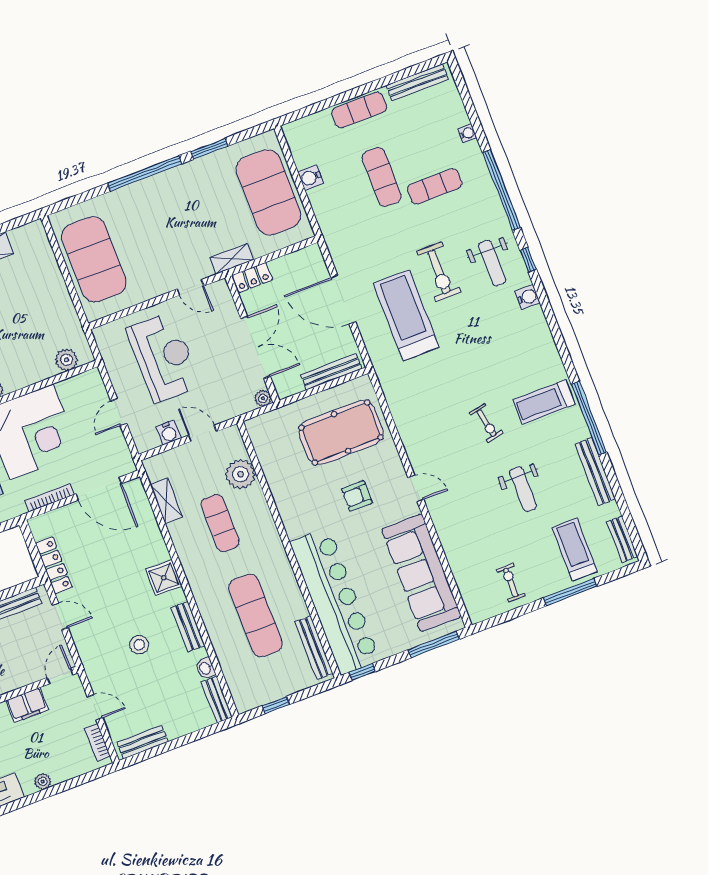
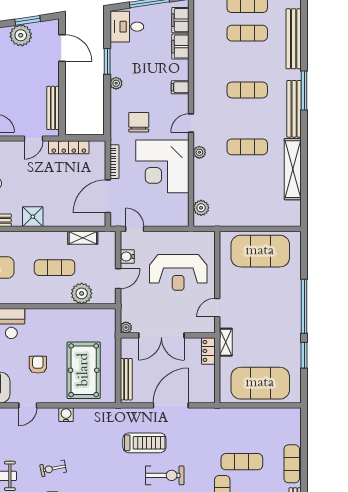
water cooler: (311, 178) -> (66, 415), moved
exercise bike: (439, 272) -> (165, 475), turned 180
treadmill: (406, 315) -> (144, 443), width x0.73, depth x0.73
door: (119, 412) -> (135, 229), moved

